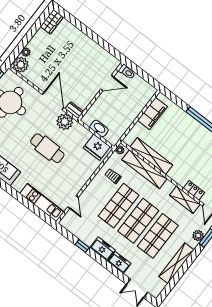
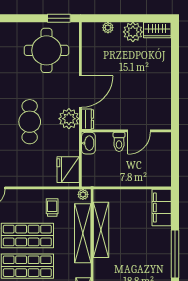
plant: (21, 65) -> (133, 32), moved
toilet: (127, 72) -> (119, 142), moved
door: (107, 83) -> (139, 131), hinge flipped
filing cabinet: (152, 113) -> (162, 208), moved, turned 90
washbasin: (99, 128) -> (88, 143), moved

